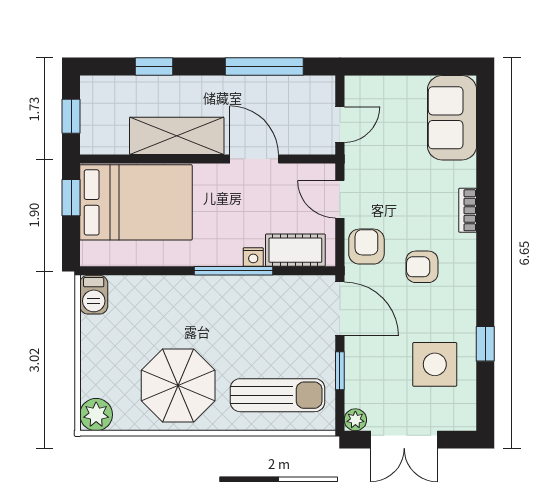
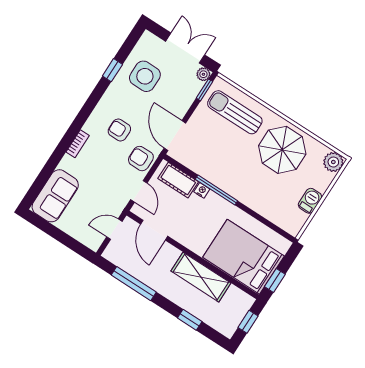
door: (254, 159) -> (154, 230), moved
armchair: (366, 247) -> (141, 159), turned 90
armchair: (422, 267) -> (119, 130), turned 180
barbecue: (94, 295) -> (310, 201), moved
window: (340, 371) -> (205, 90), moved

